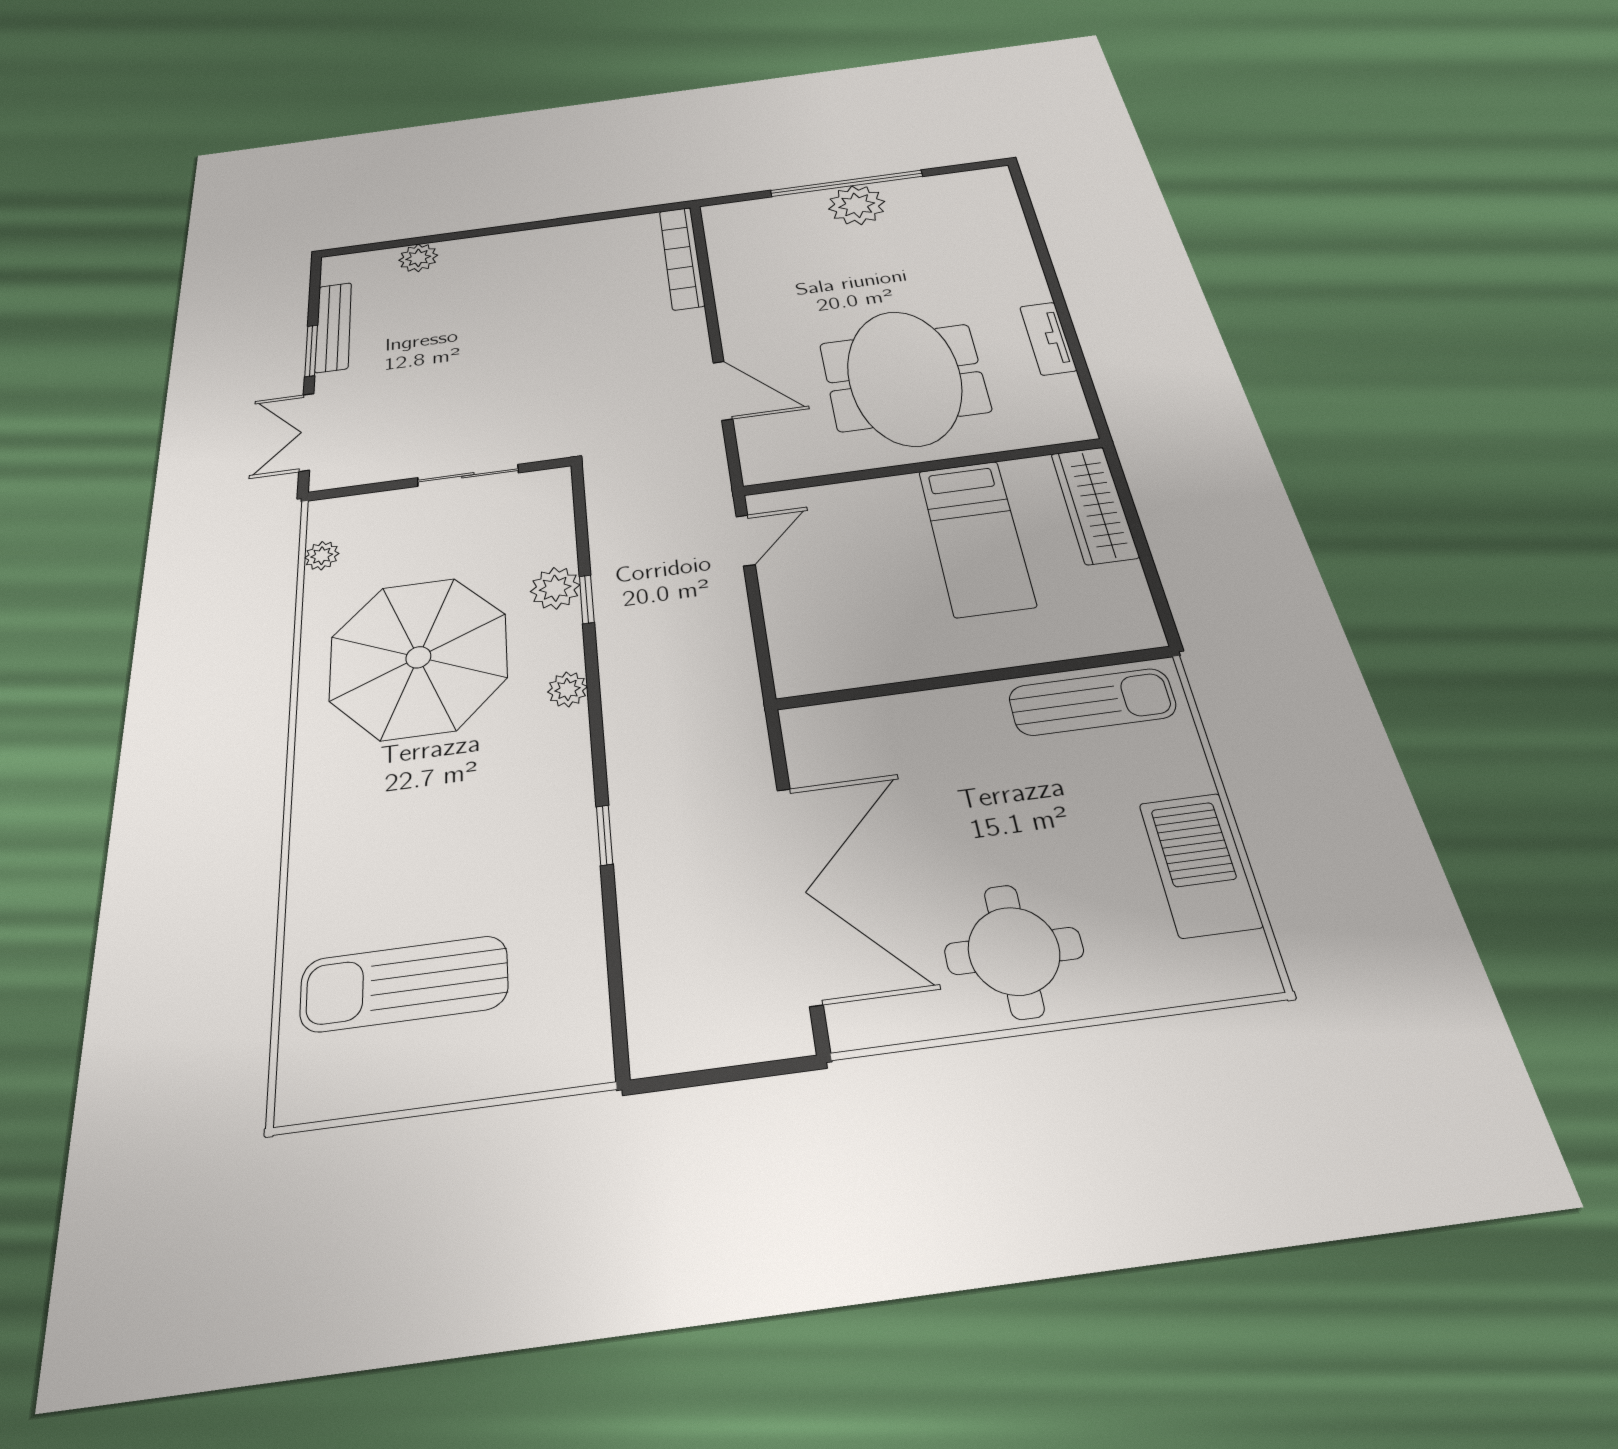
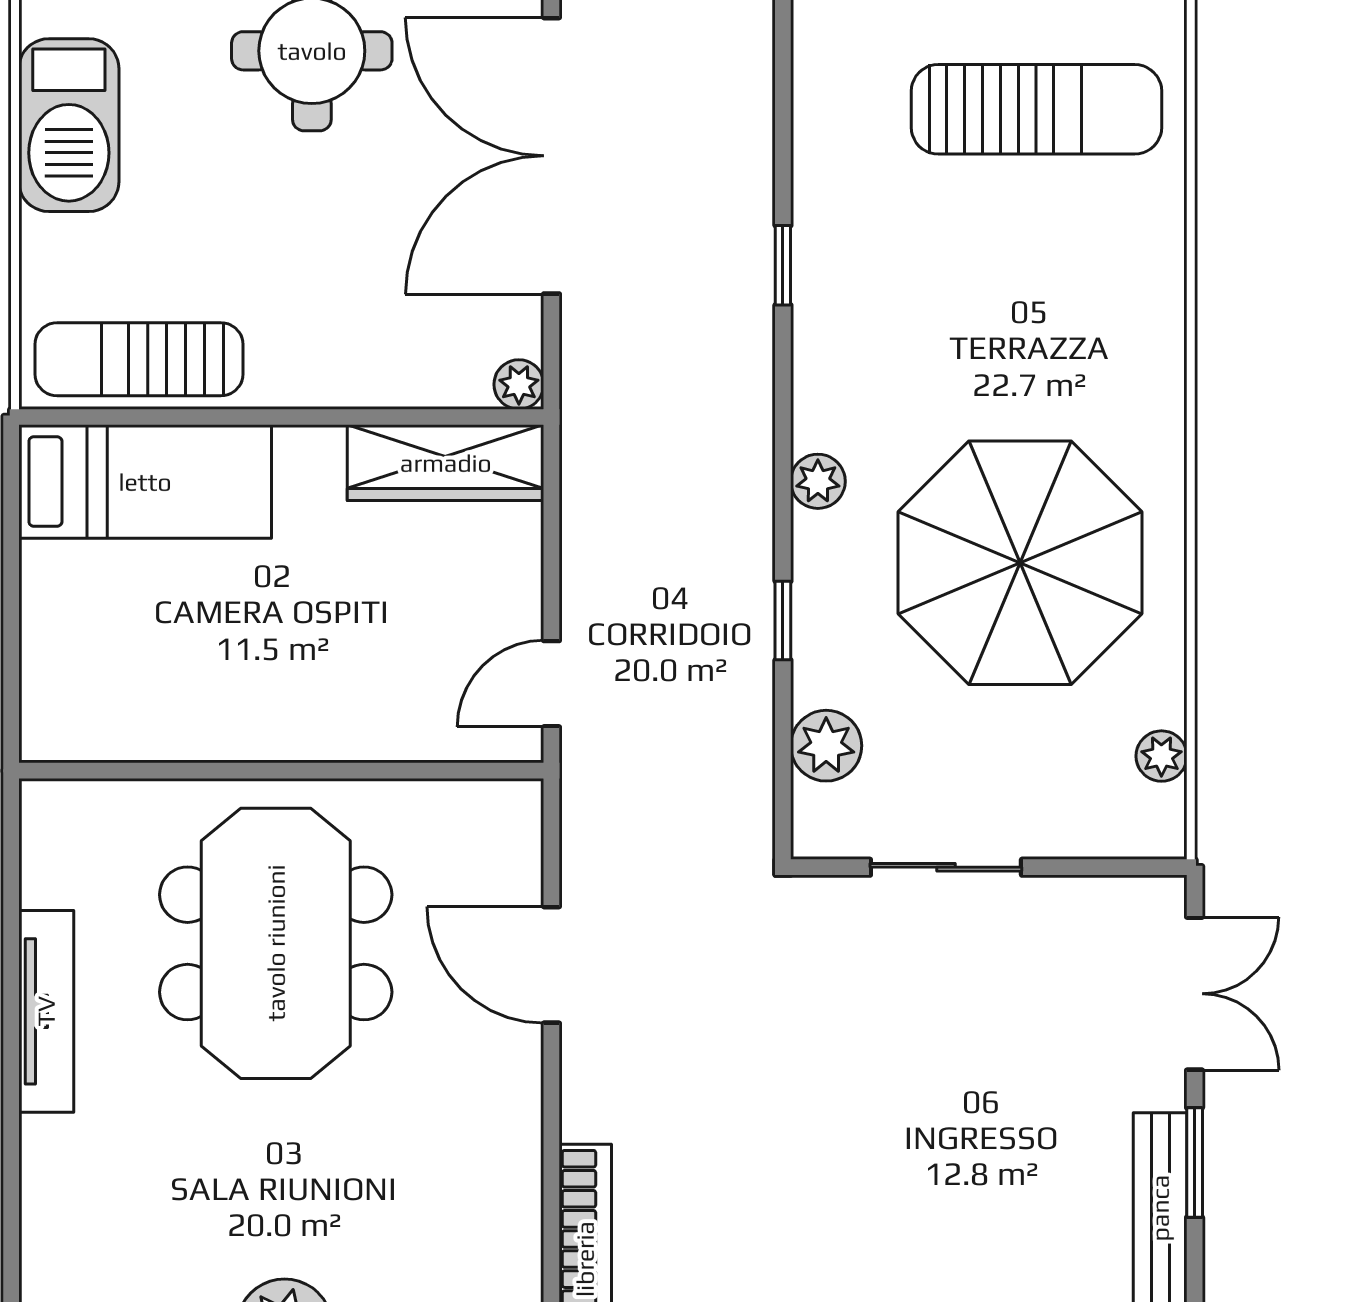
tv unit: (1048, 338) -> (46, 1011), width x1.41
wardrobe: (1094, 505) -> (446, 463), moved, turned 90
bed: (976, 537) -> (145, 482), moved, turned 90
plant: (555, 588) -> (826, 746), moved
plant: (799, 724) -> (519, 384), added

